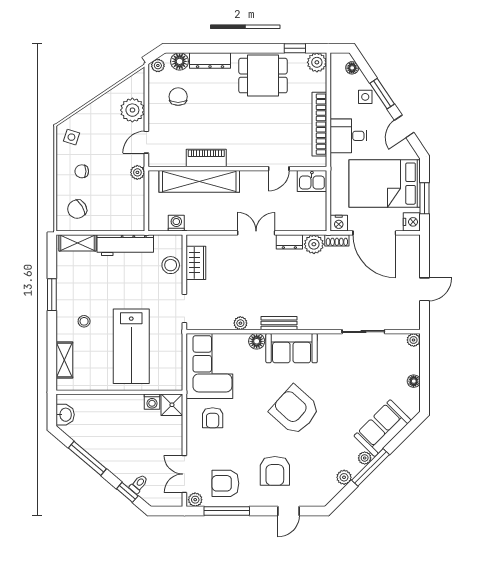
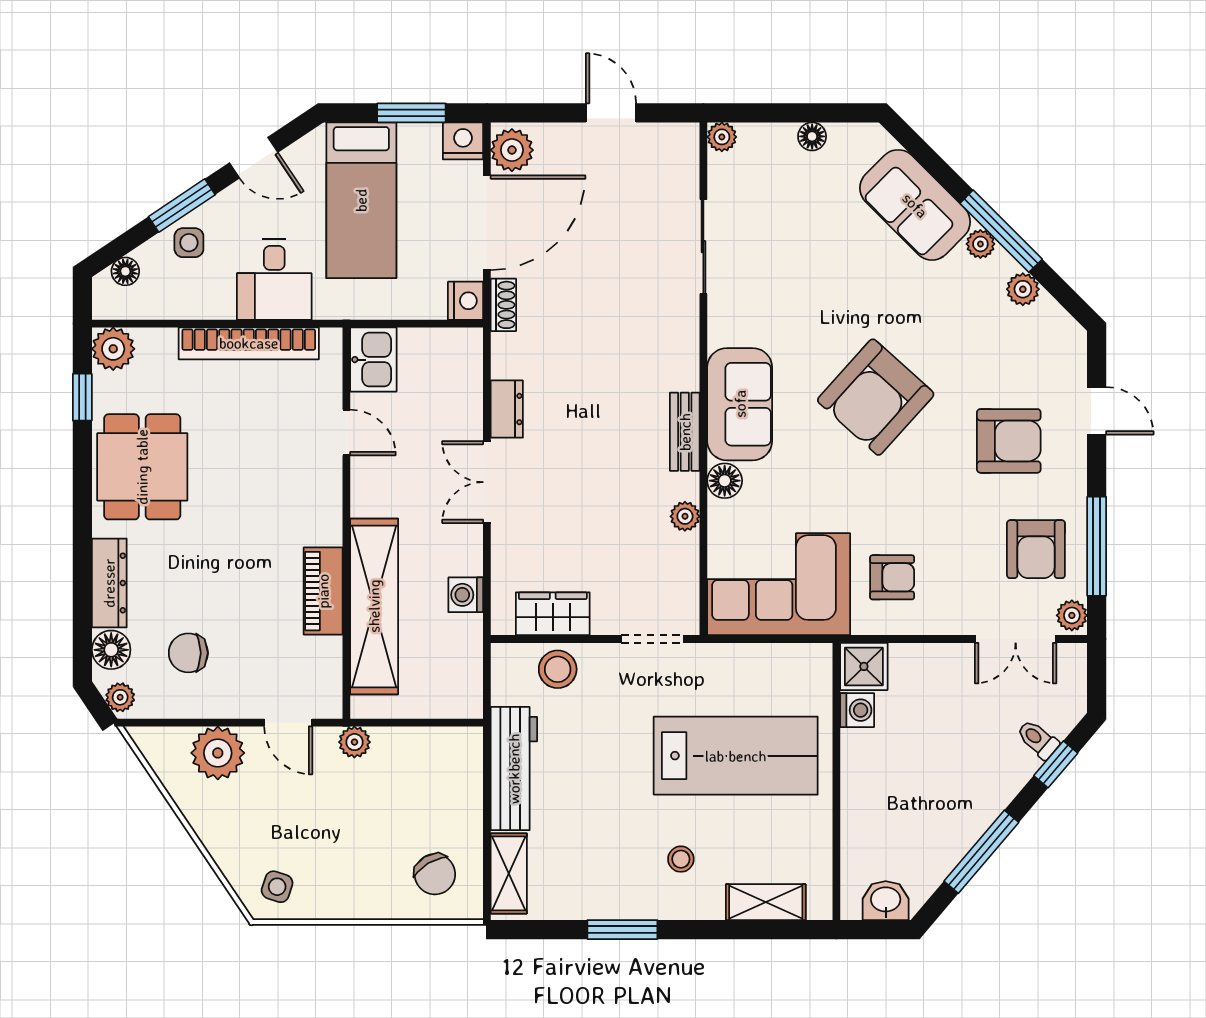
chair: (82, 171) -> (352, 864), removed
bed: (385, 184) -> (361, 200), width x0.67
washing machine: (176, 223) -> (466, 595), moved
plant: (314, 244) -> (512, 150), moved

